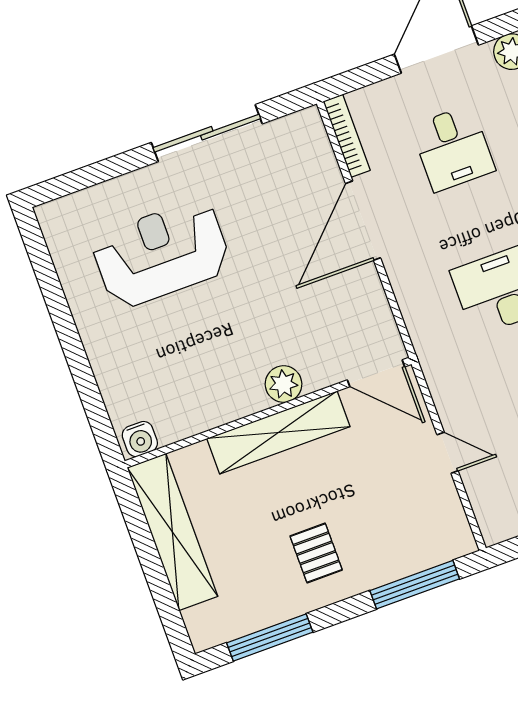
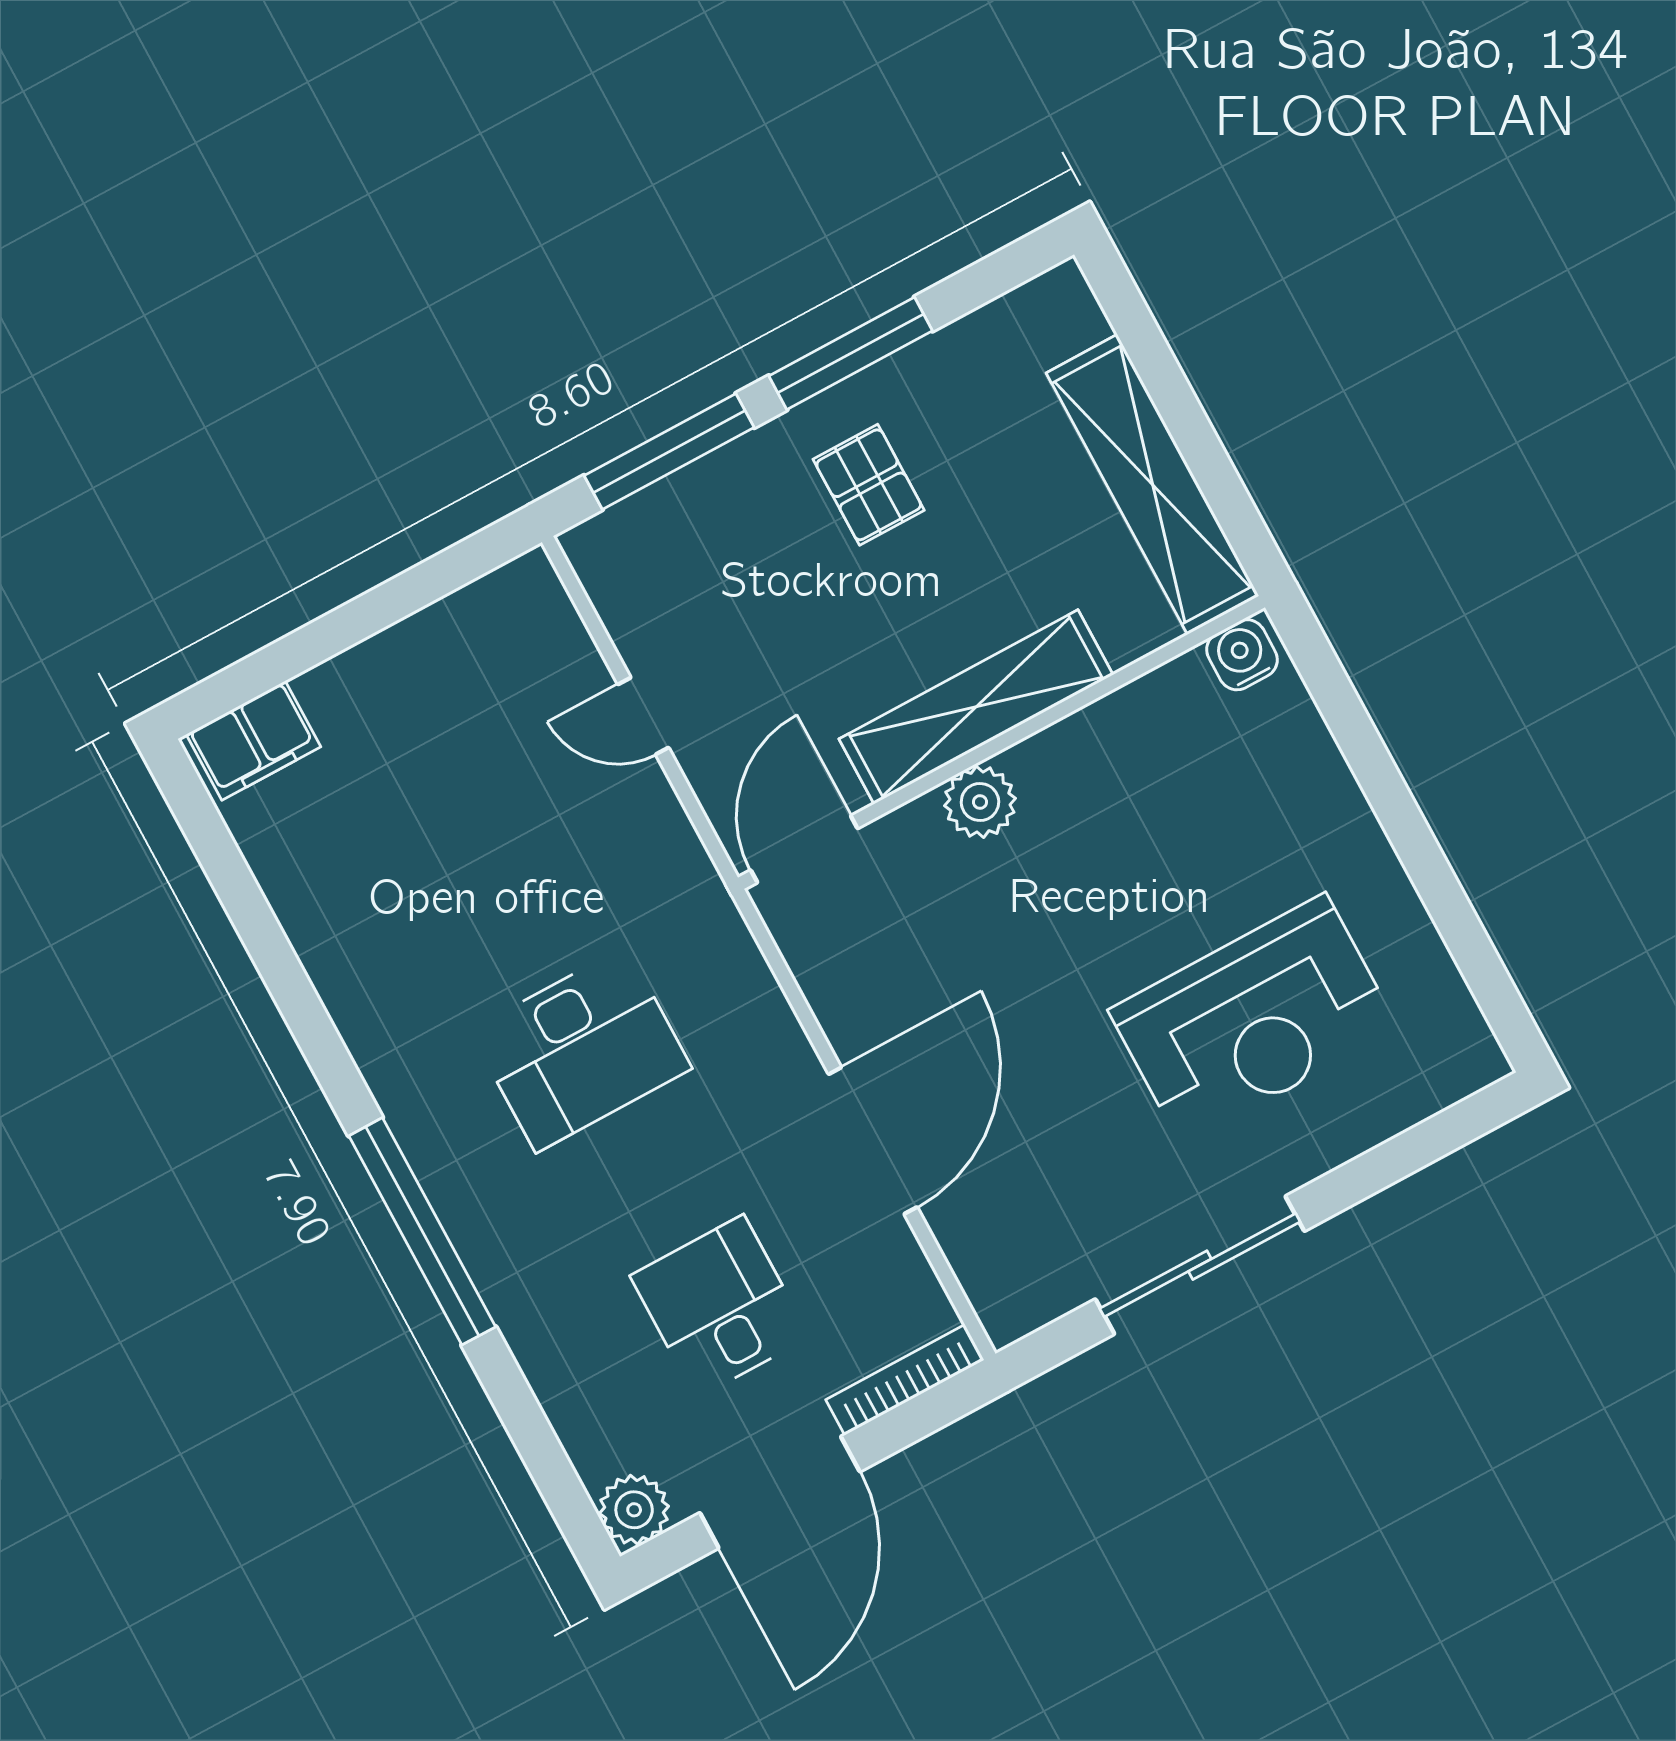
bookcase: (347, 136) -> (905, 1380), moved, turned 90
door: (376, 373) -> (804, 849), hinge flipped
window: (270, 637) -> (851, 353), moved

